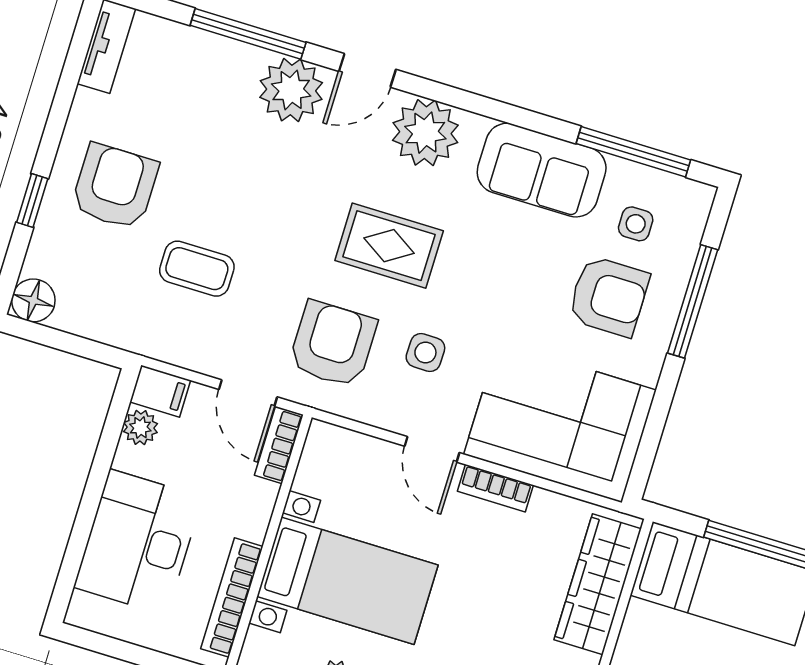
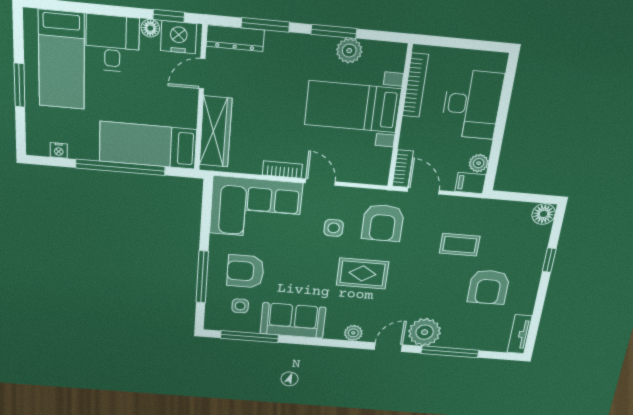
plant: (425, 133) -> (353, 333), width x0.53, depth x0.53
armchair: (115, 186) -> (489, 287), moved

